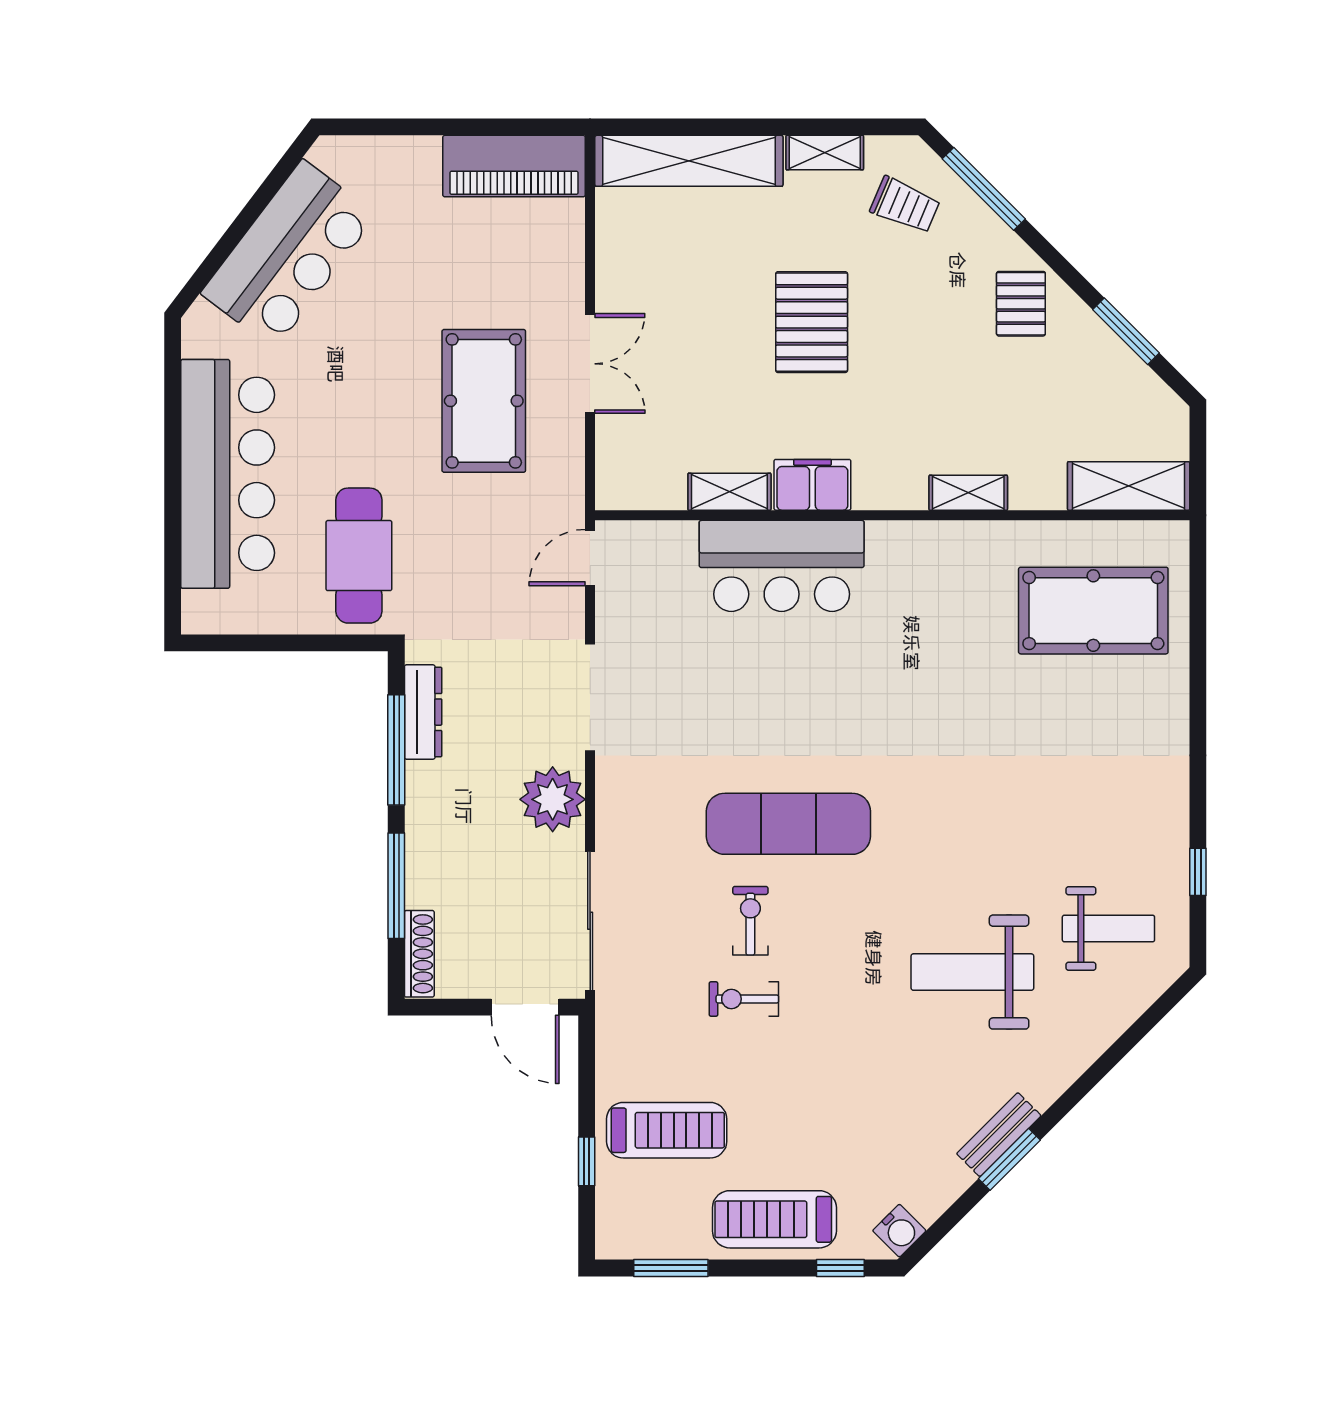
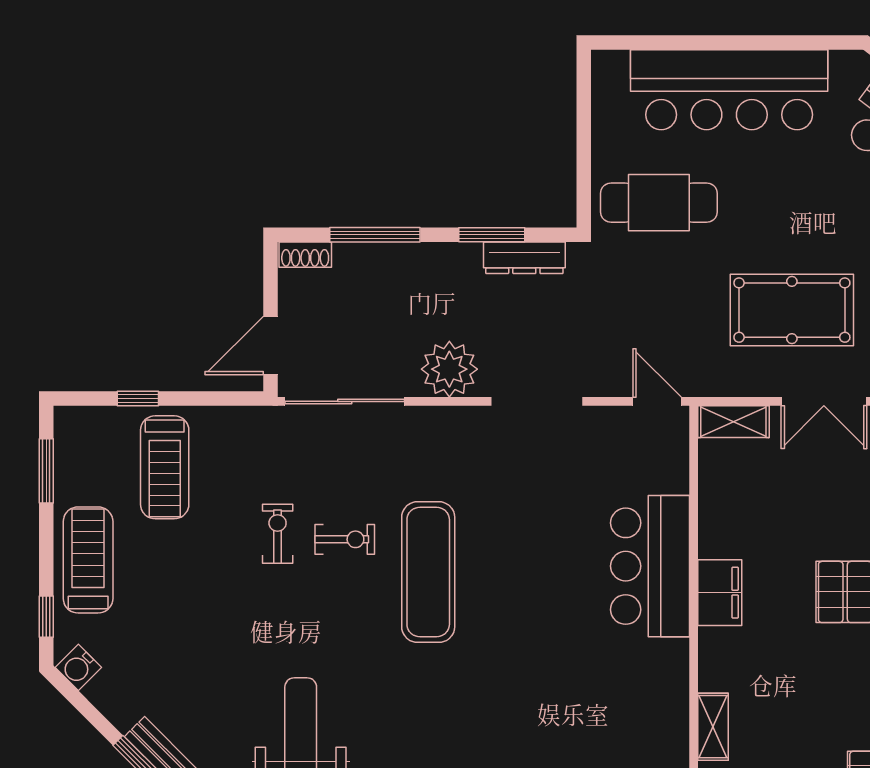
shelving: (729, 492) -> (733, 422), moved, turned 90
window: (396, 750) -> (492, 235), width x0.69
shoe rack: (419, 954) -> (305, 255), width x0.70

